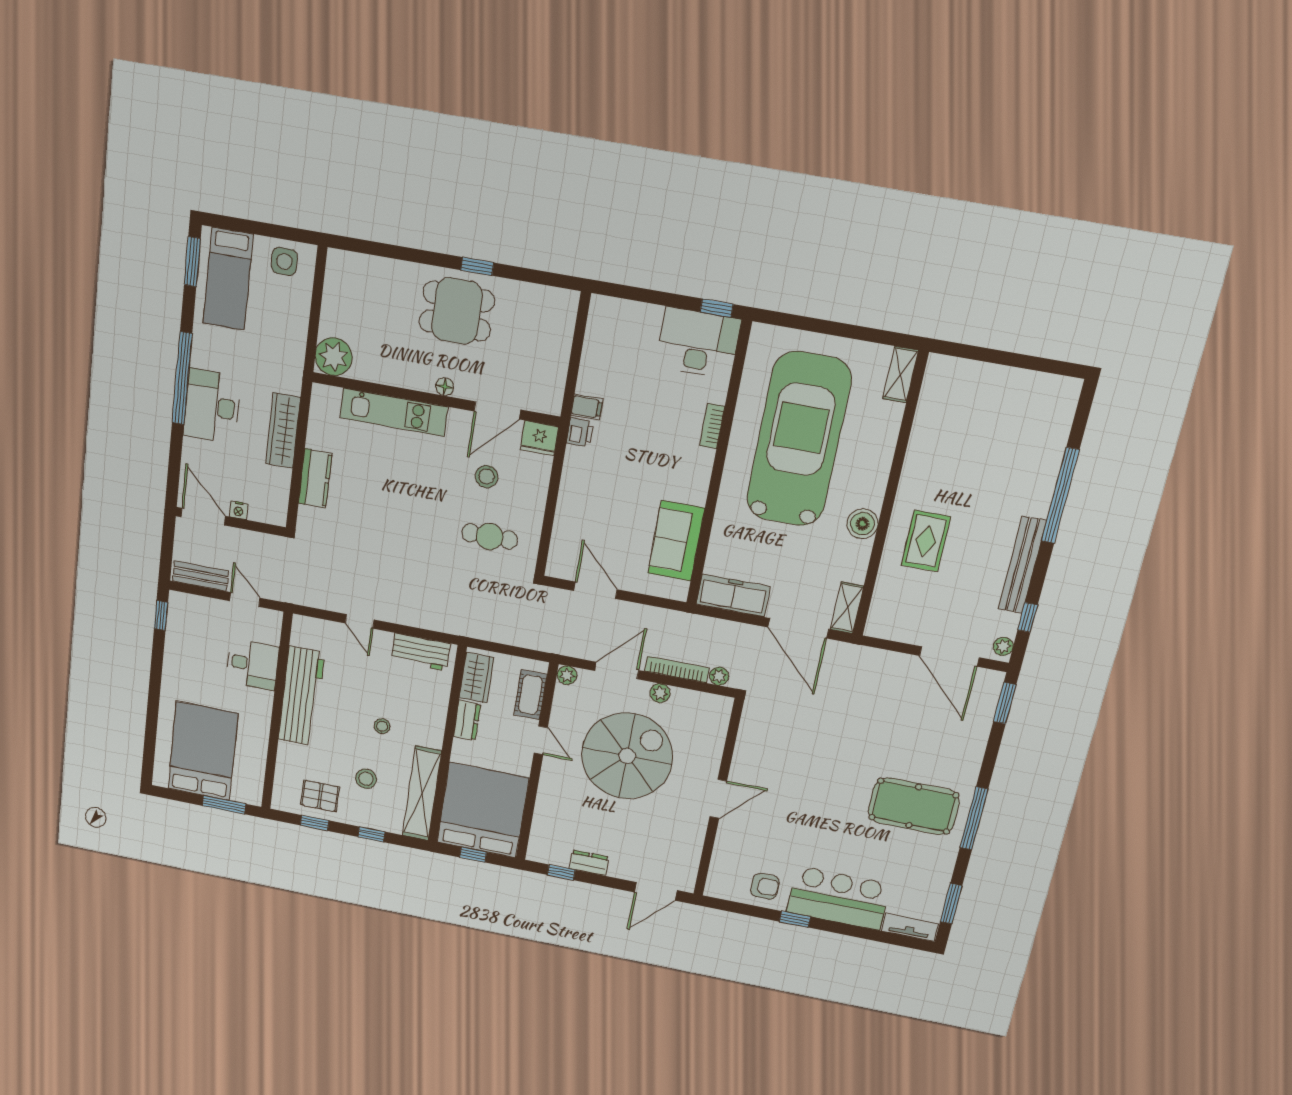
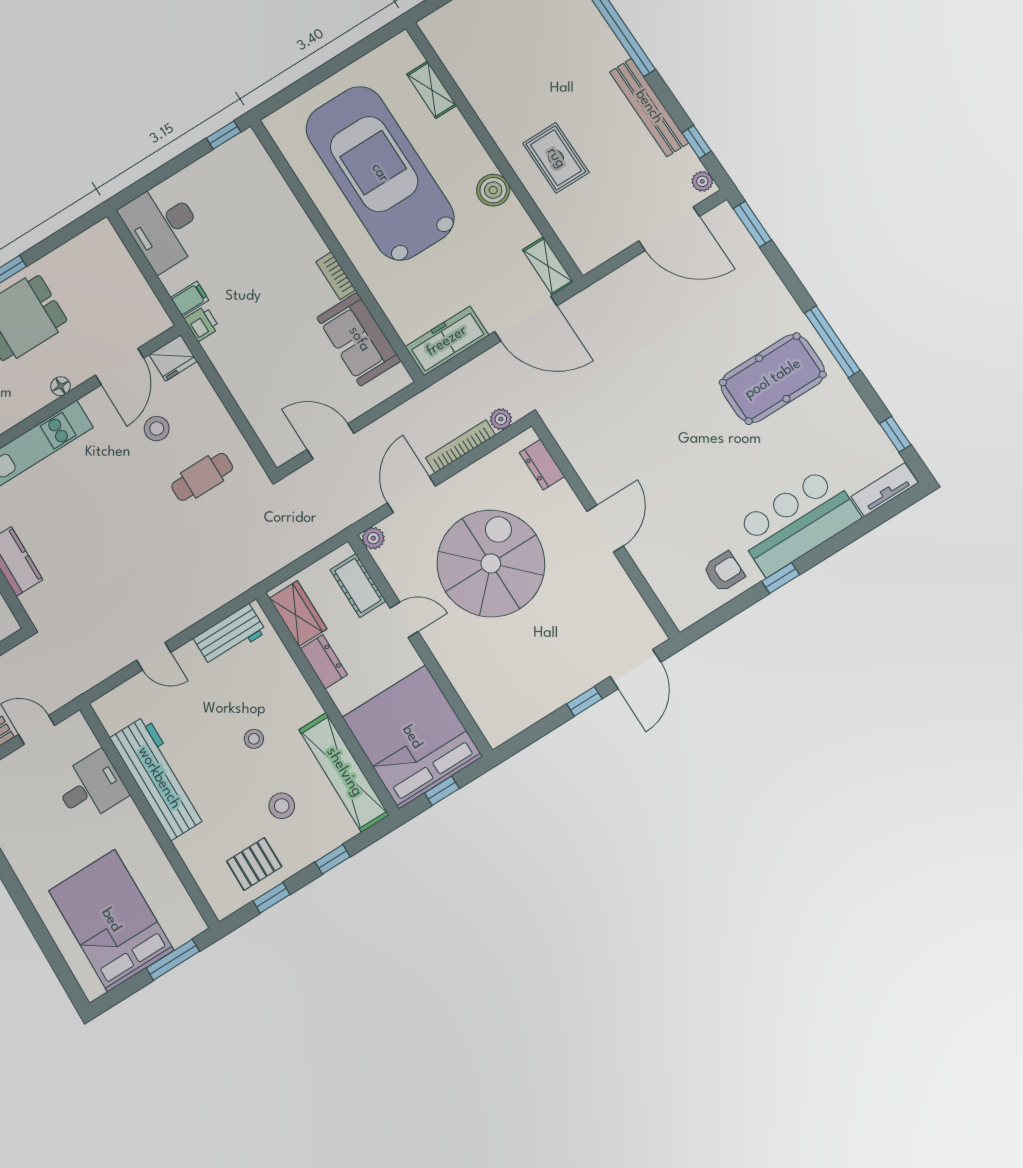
desk: (698, 343) -> (163, 226), moved, turned -90
shelving: (900, 374) -> (432, 90), moved
bookcase: (712, 426) -> (336, 276), moved
plant: (660, 693) -> (466, 480), removed
dresser: (589, 863) -> (542, 465), moved, turned -90
window: (561, 872) -> (584, 701), moved
window: (951, 904) -> (895, 434), width x0.67

